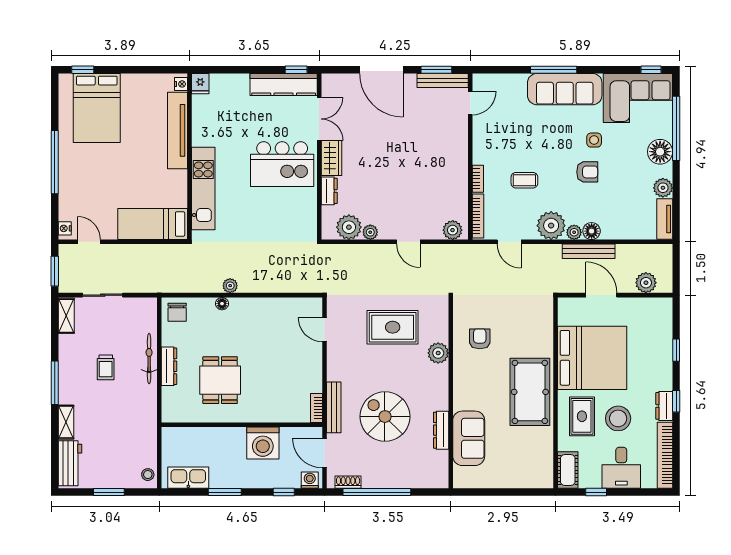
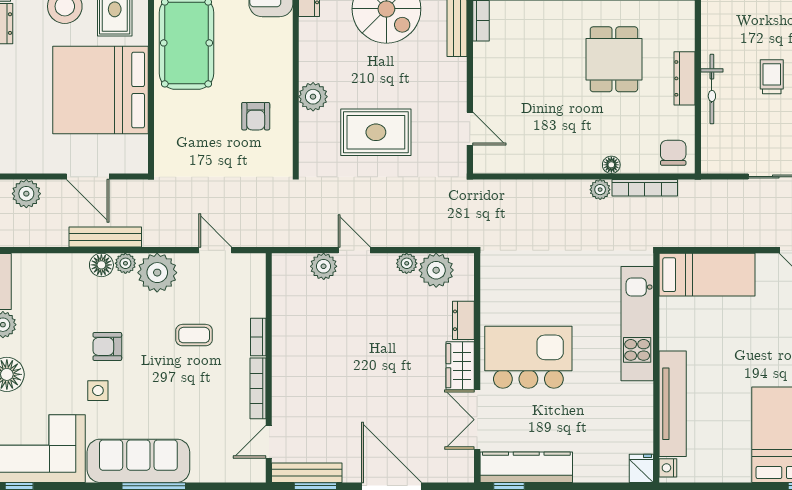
bookcase: (478, 216) -> (258, 388), moved
plant: (453, 230) -> (324, 266), moved
bookcase: (198, 287) -> (645, 188), added

